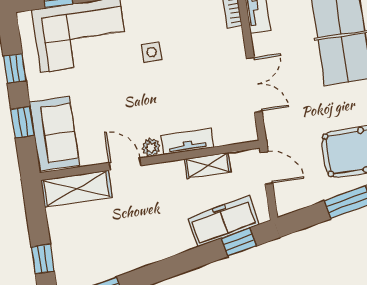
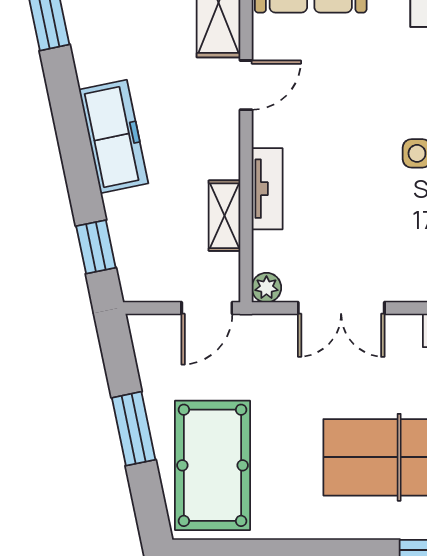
plant: (151, 147) -> (266, 288), moved
freezer: (224, 221) -> (114, 137), moved

